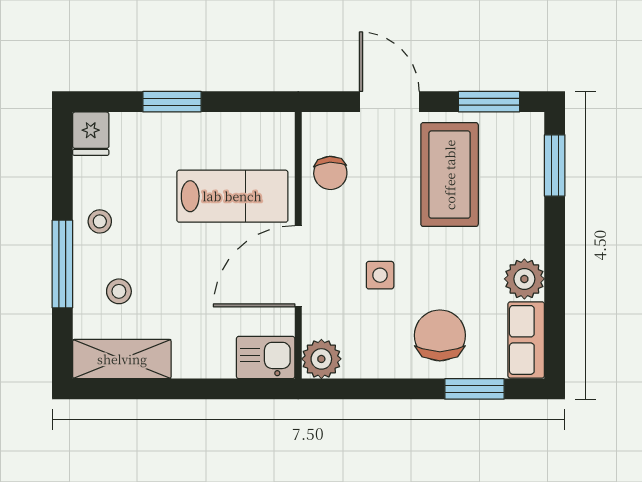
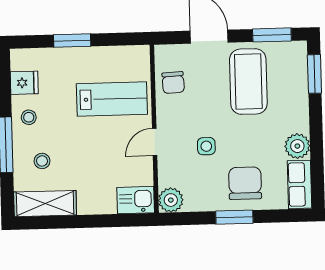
fridge: (91, 134) -> (24, 83), moved, turned -90
door: (298, 266) -> (155, 142), width x0.53
window: (474, 389) -> (234, 217), moved

